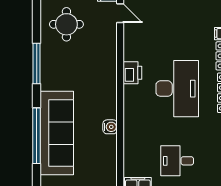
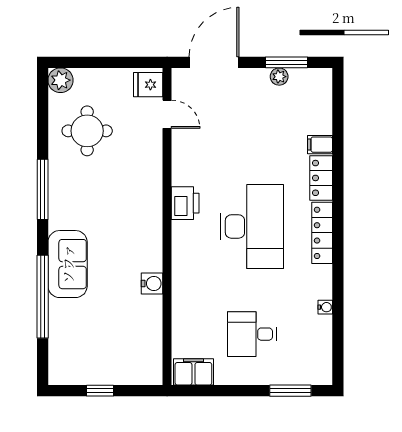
sofa: (57, 133) -> (68, 264), width x0.54, depth x0.79

